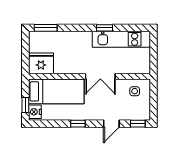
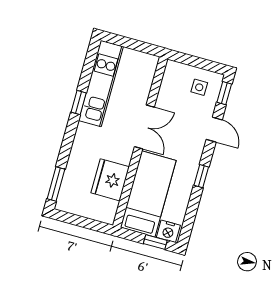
fridge: (41, 63) -> (110, 180), moved
side table: (135, 91) -> (199, 87), moved

